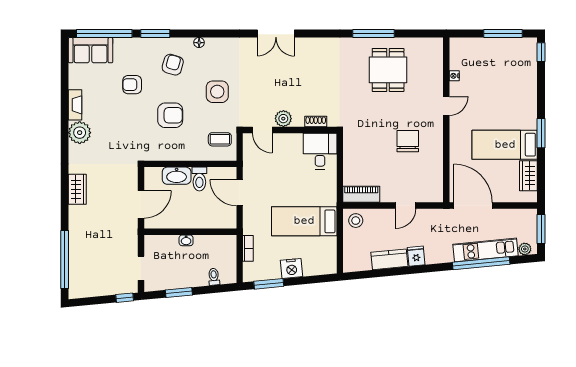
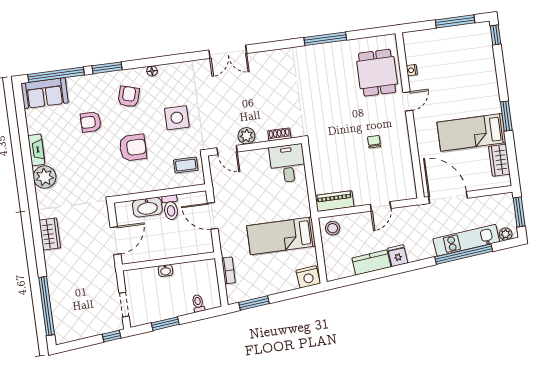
dining table: (388, 70) -> (377, 73), moved
chair: (408, 141) -> (374, 142), width x0.54, depth x0.54
nightstand: (292, 268) -> (308, 277), moved

